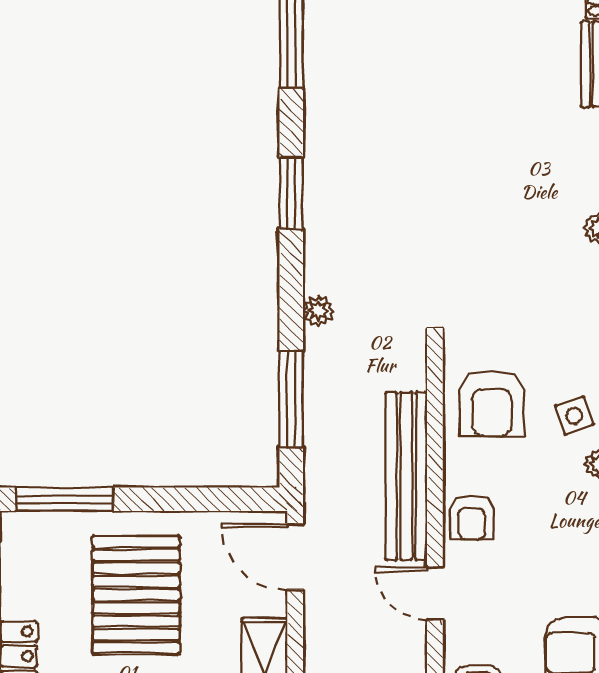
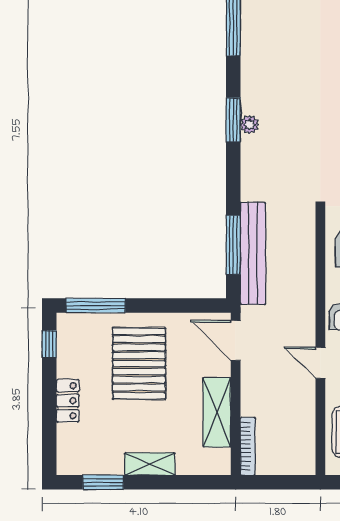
plant: (318, 311) -> (250, 125), moved
bench: (406, 476) -> (253, 253), moved

